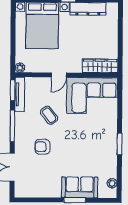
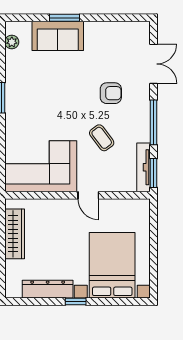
wardrobe: (100, 66) -> (15, 234), moved, turned -90
plant: (20, 68) -> (143, 205), removed
door: (59, 75) -> (88, 195), swing flipped

